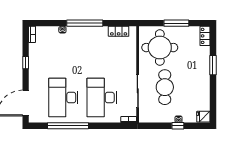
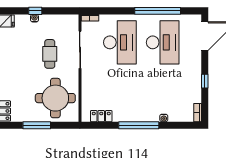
cafe table: (165, 87) -> (50, 54), width x0.73, depth x0.74

